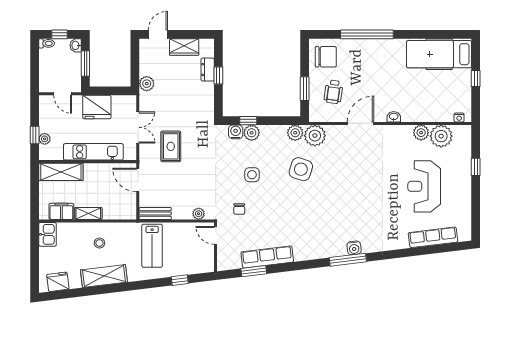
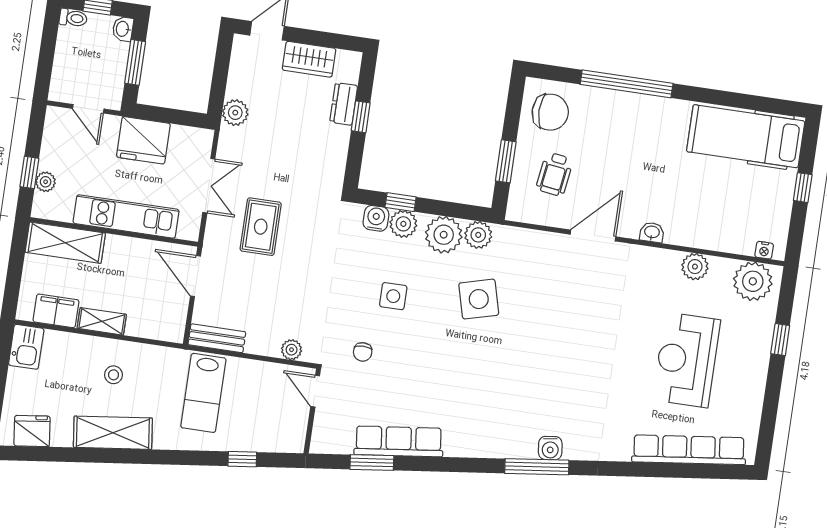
plant: (315, 136) -> (444, 235), moved
plant: (441, 136) -> (753, 281), moved
side table: (301, 169) -> (479, 299), turned -33
row of seats: (433, 237) -> (689, 450), width x1.36

